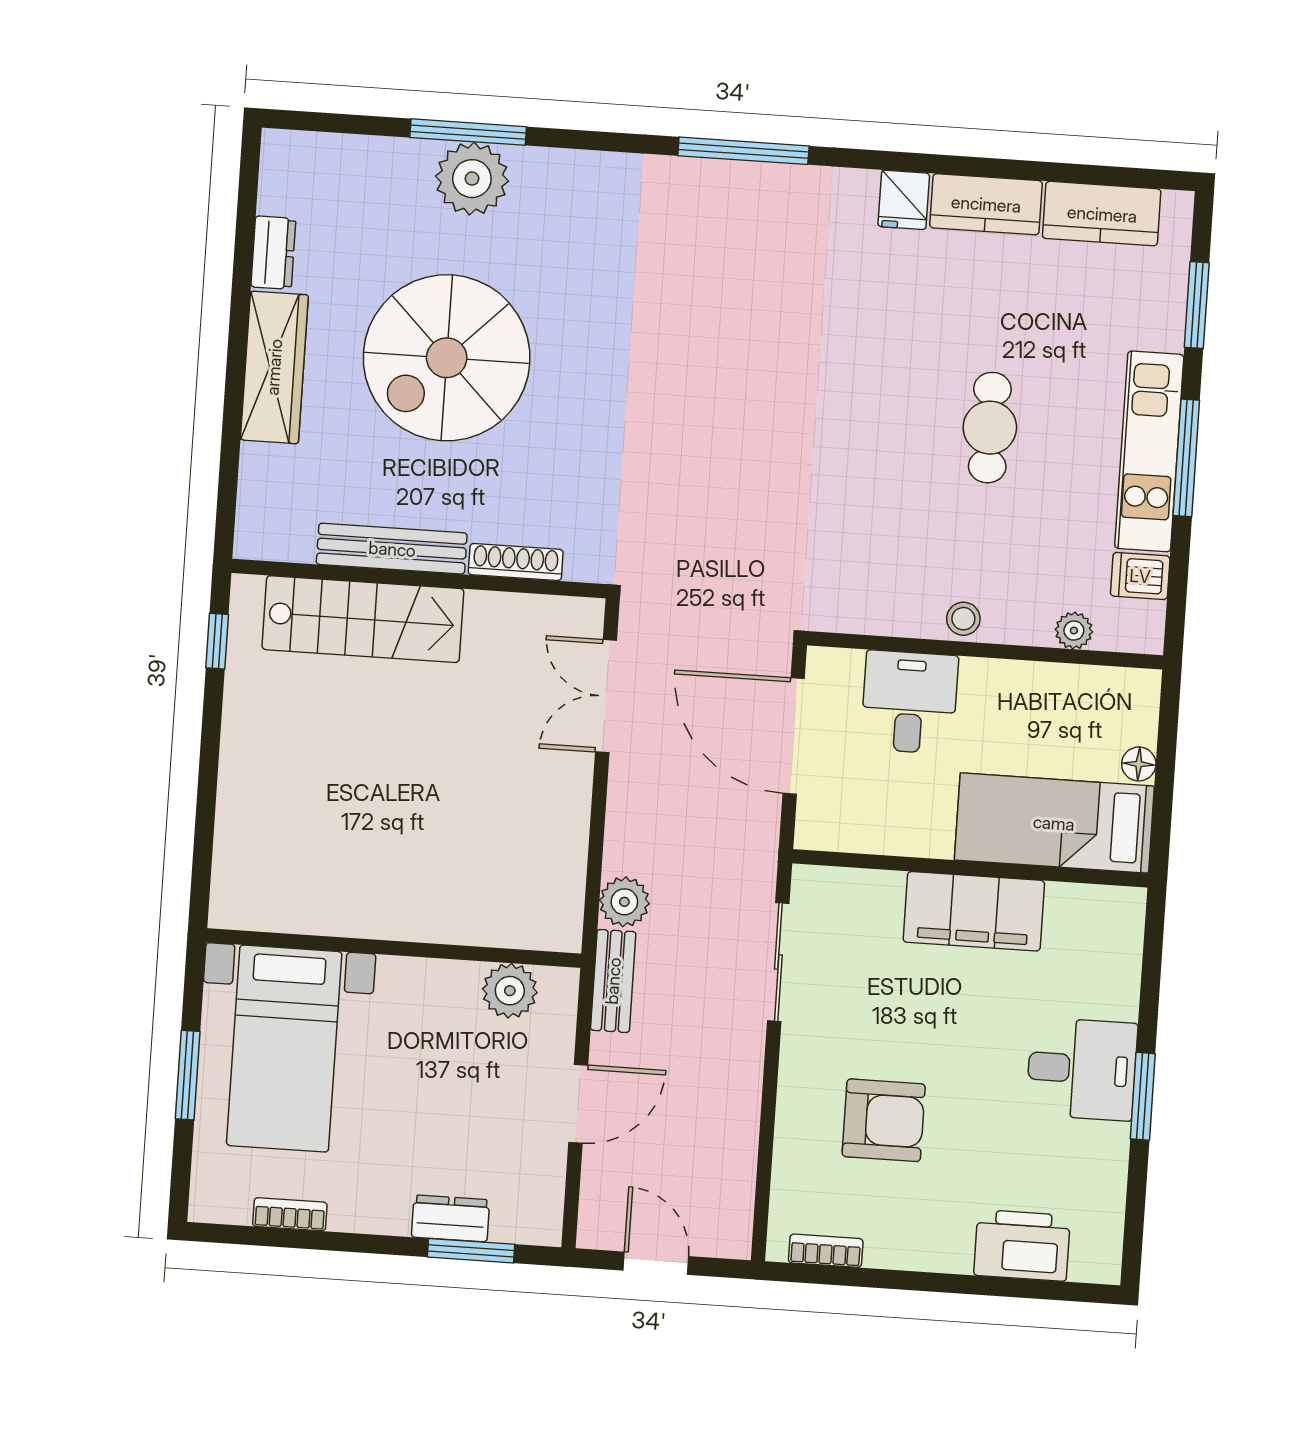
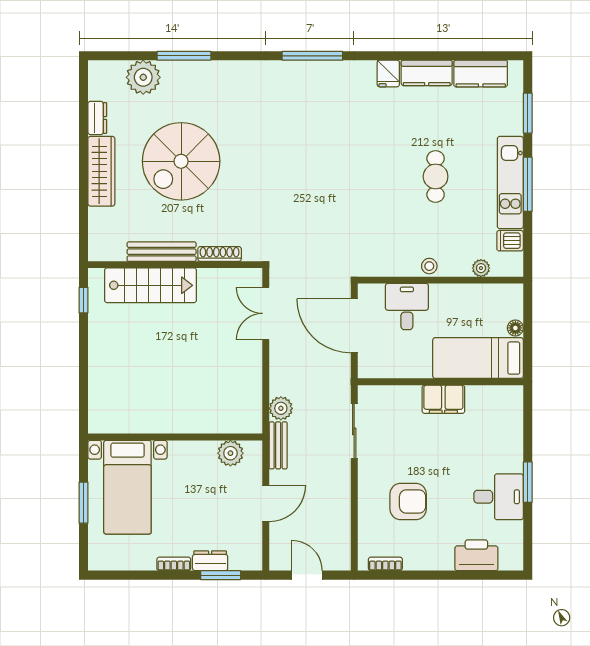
plant: (472, 179) -> (143, 77), moved
filing cabinet: (974, 911) -> (443, 399), width x0.67, depth x0.86
desk: (1082, 1069) -> (499, 497), moved
bookcase: (290, 1214) -> (174, 564), moved

